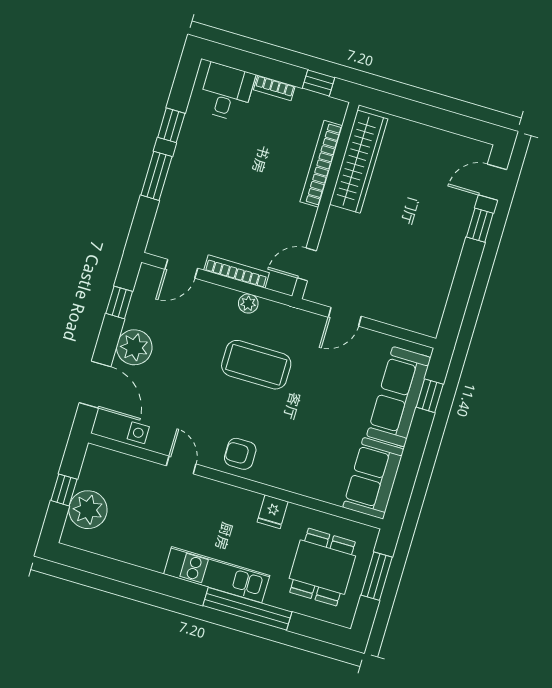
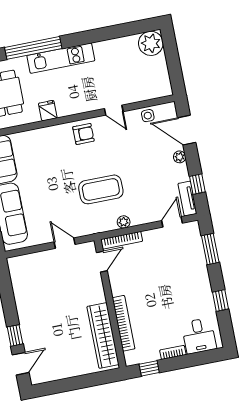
window: (156, 176) -> (210, 249), moved
bookcase: (237, 271) -> (122, 240), moved
tv unit: (143, 290) -> (187, 199), added
door: (345, 317) -> (65, 243), hinge flipped
plant: (134, 347) -> (180, 157), width x0.53, depth x0.53
window: (64, 490) -> (173, 61), removed
plant: (88, 510) -> (151, 43), moved

